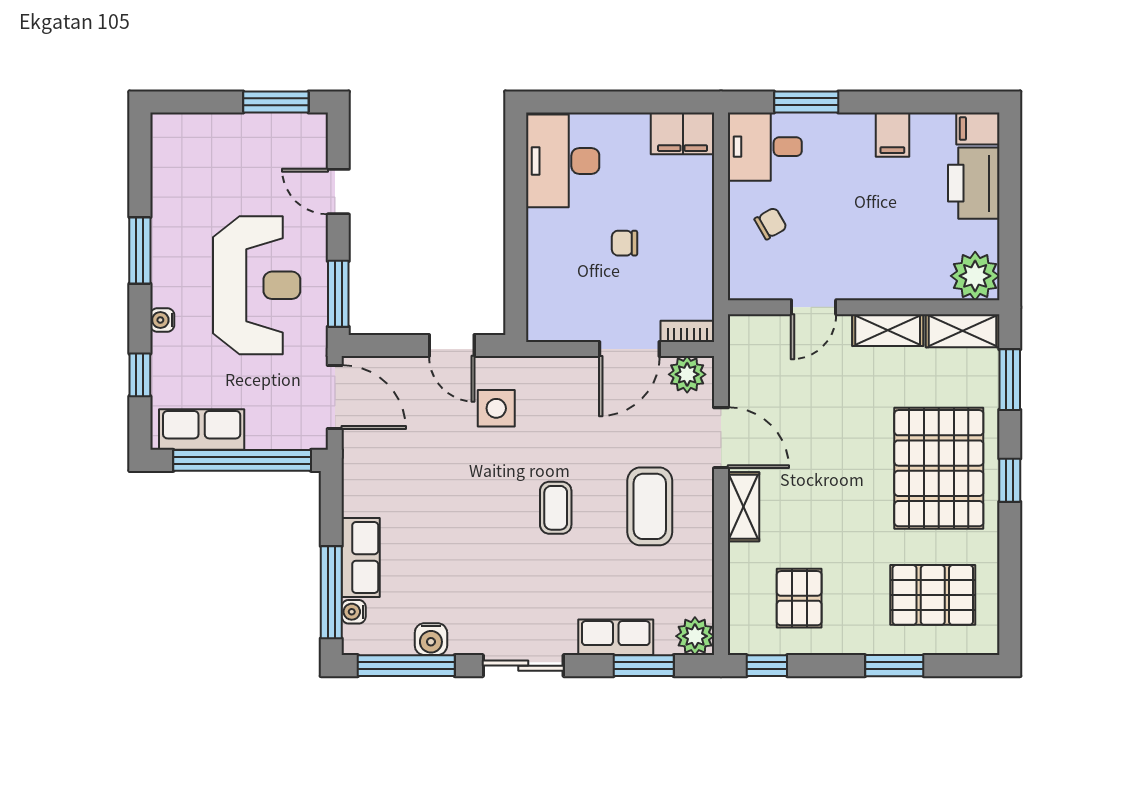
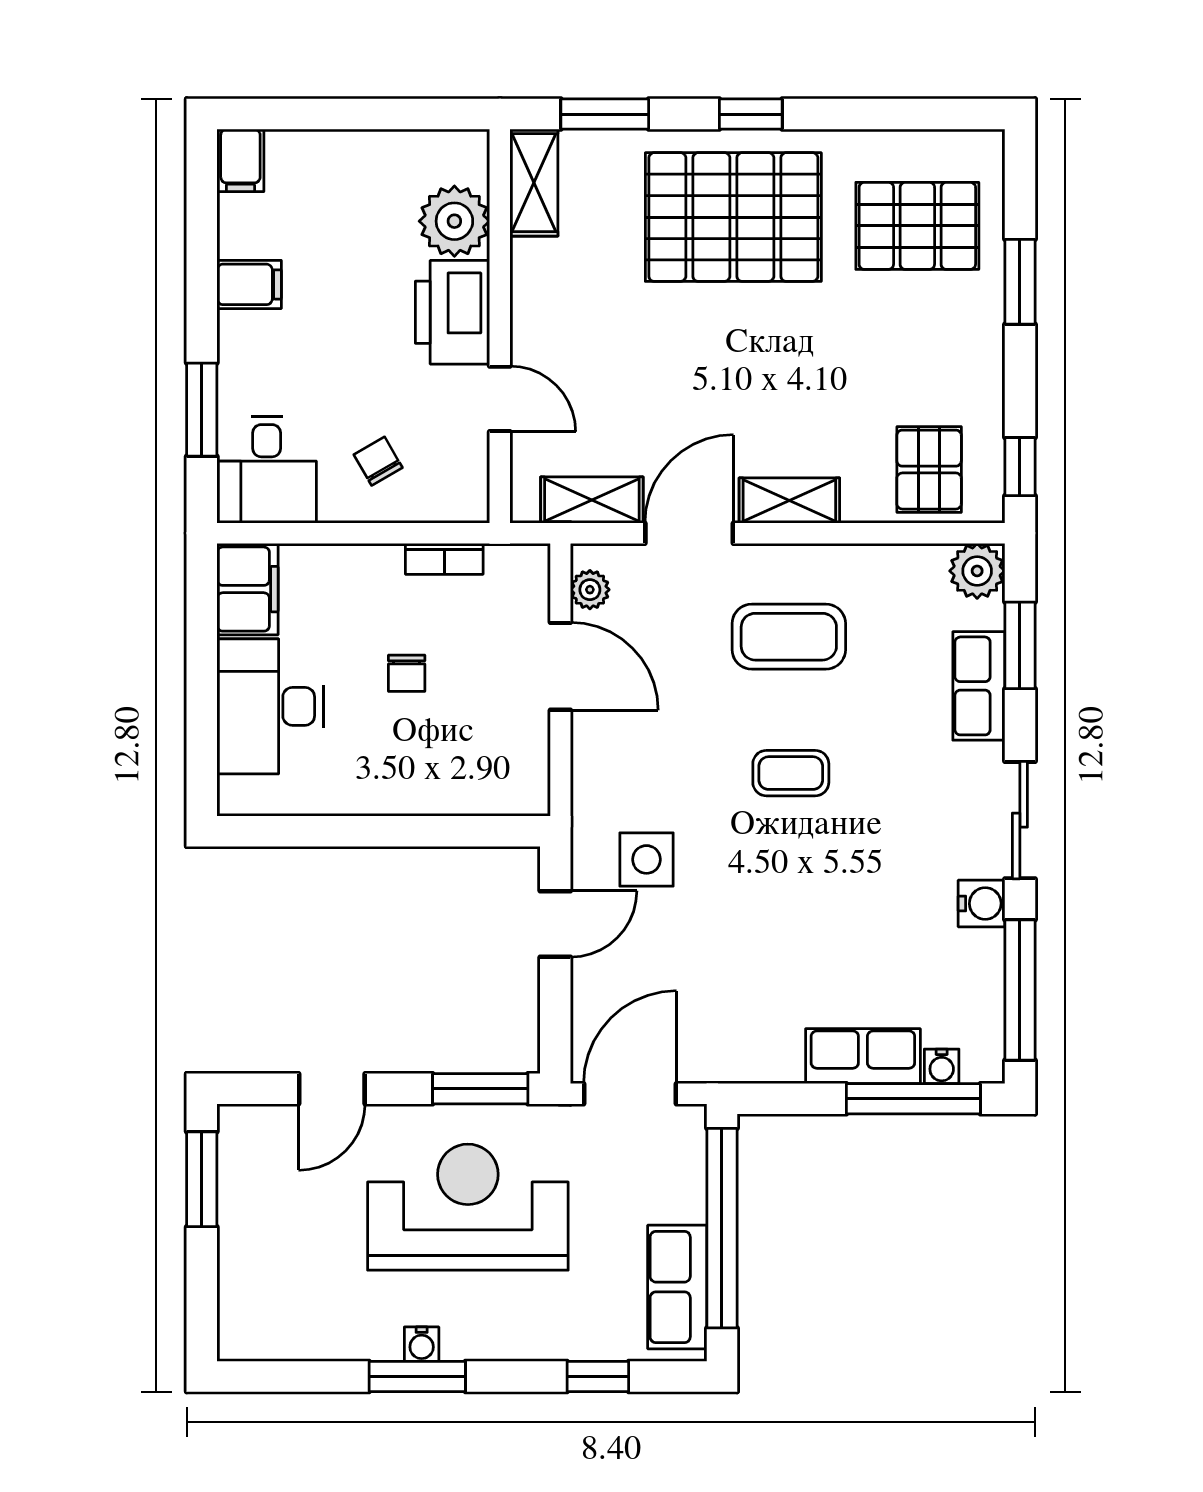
desk: (563, 161) -> (270, 706), moved, turned 90
printer: (974, 183) -> (452, 312), moved, turned 90
plant: (975, 276) -> (454, 221), moved
water cooler: (162, 320) -> (422, 1344), moved
shelving: (888, 330) -> (592, 500), moved, turned 90
bookcase: (687, 331) -> (444, 559), moved, turned -90
plant: (687, 374) -> (590, 590), width x0.73, depth x0.73
pallet: (933, 595) -> (917, 226), turned 90
pallet: (799, 598) -> (929, 470), moved, turned 90
water cooler: (431, 639) -> (981, 904), moved

